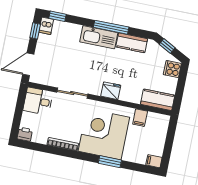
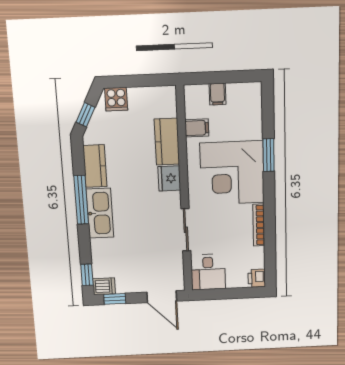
kitchen counter: (158, 100) -> (167, 142), moved
filing cabinet: (154, 161) -> (217, 94), moved

